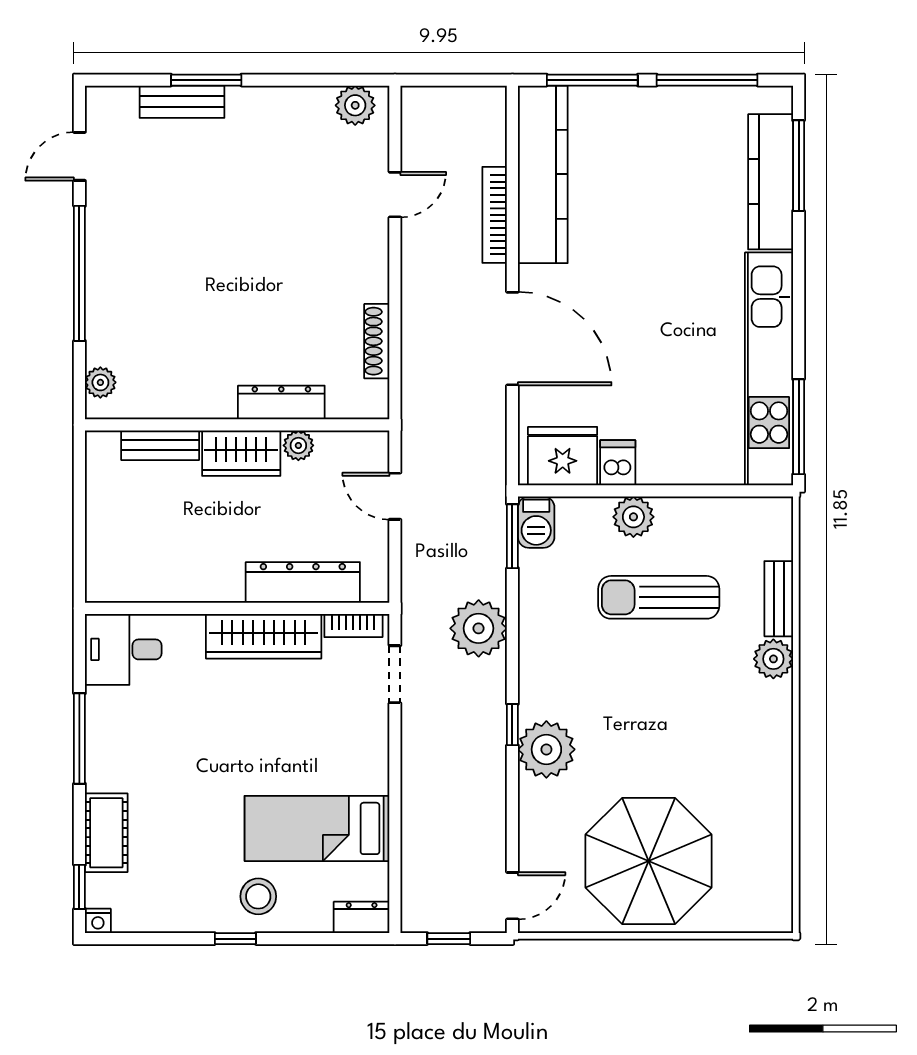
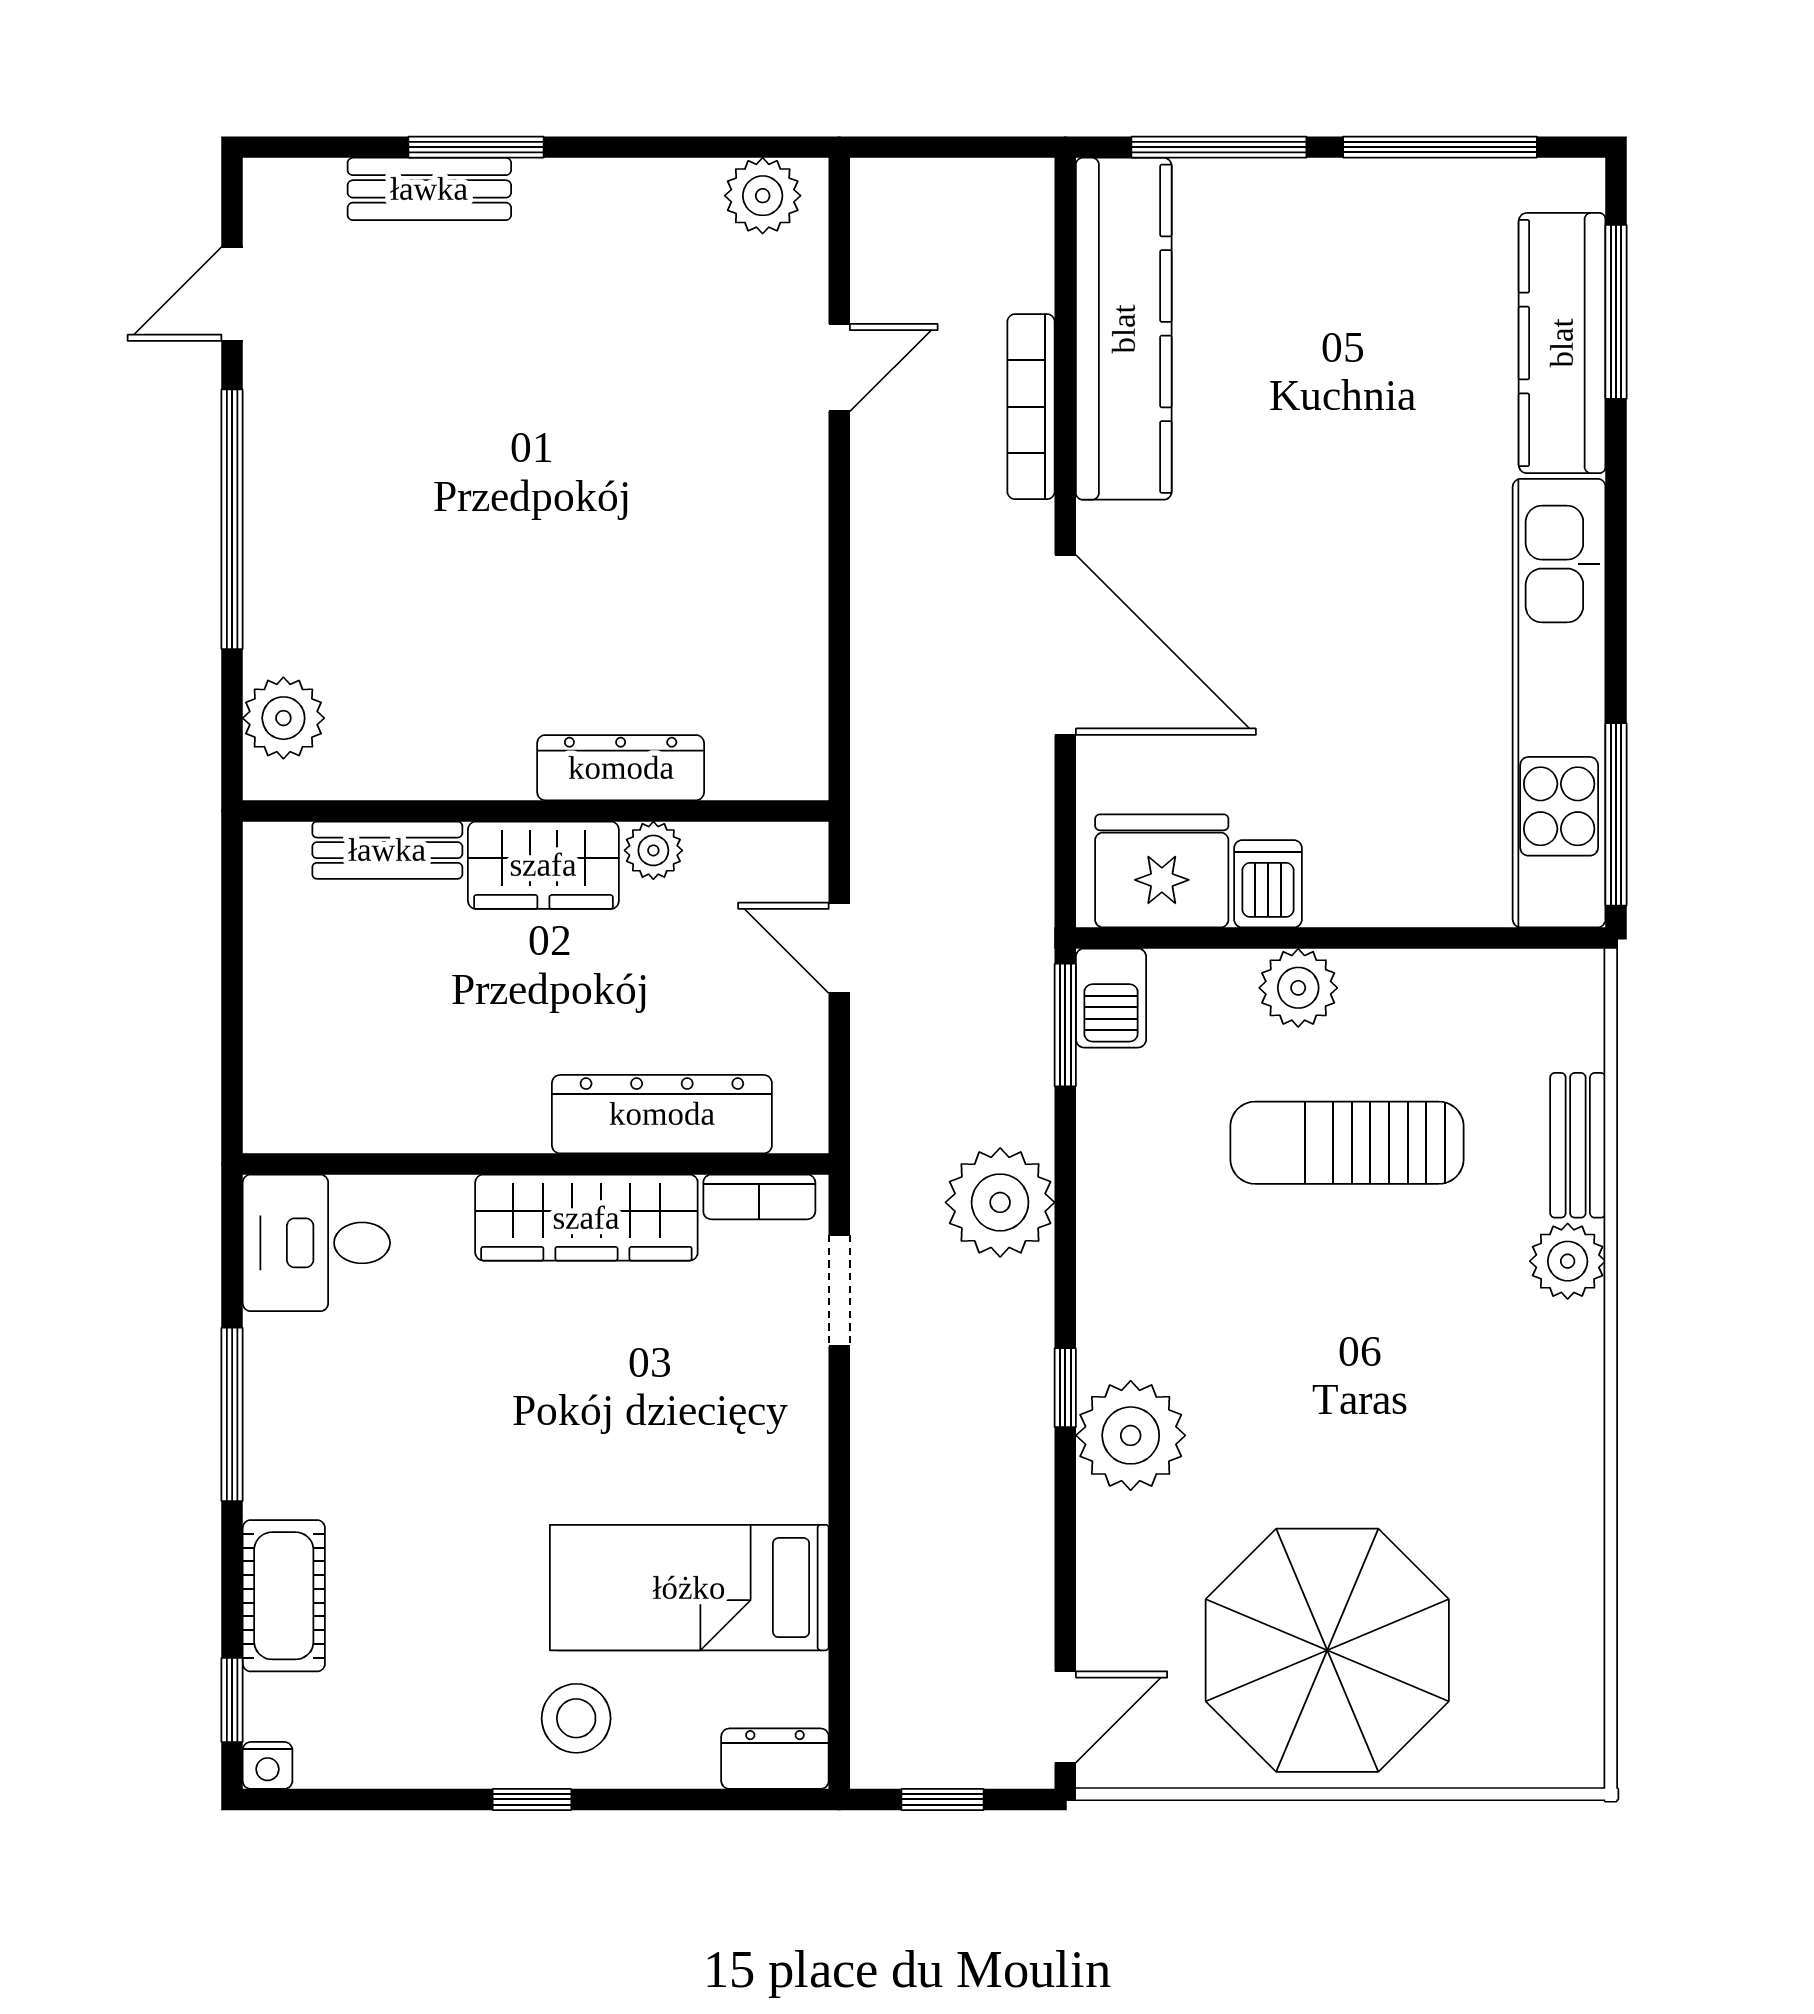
shoe rack: (377, 341) -> (804, 650), removed
plant: (100, 382) -> (283, 718), width x1.38, depth x1.38

